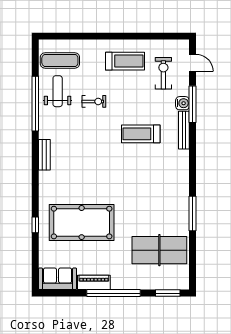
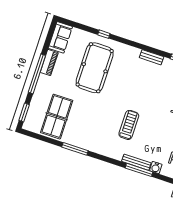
window: (193, 104) -> (139, 170), moved
treadmill: (141, 134) -> (129, 125), moved

